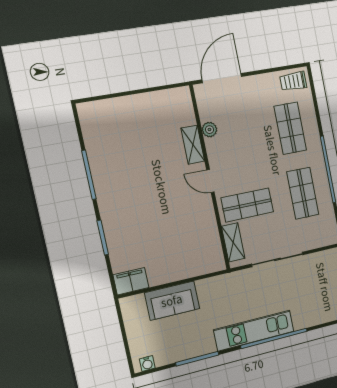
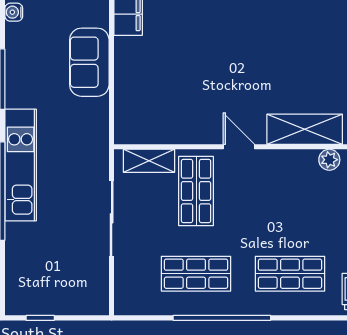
plant: (209, 130) -> (329, 160), moved
shelving: (193, 145) -> (305, 129), width x1.50, depth x1.33
door: (210, 181) -> (239, 147), hinge flipped

